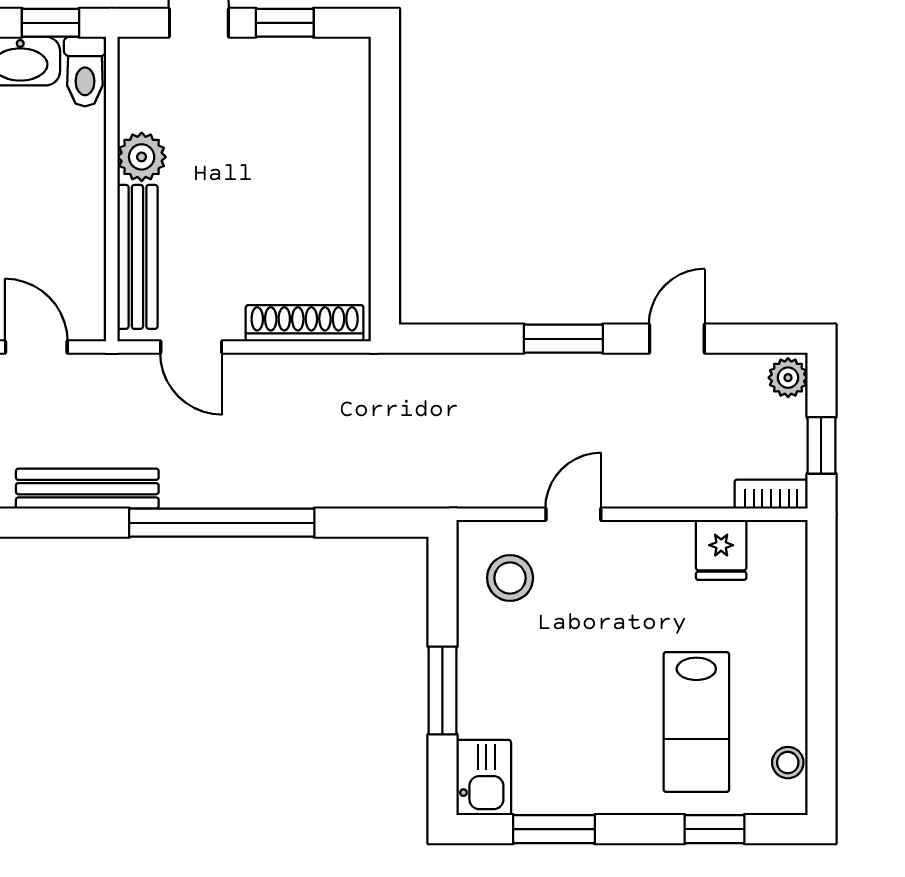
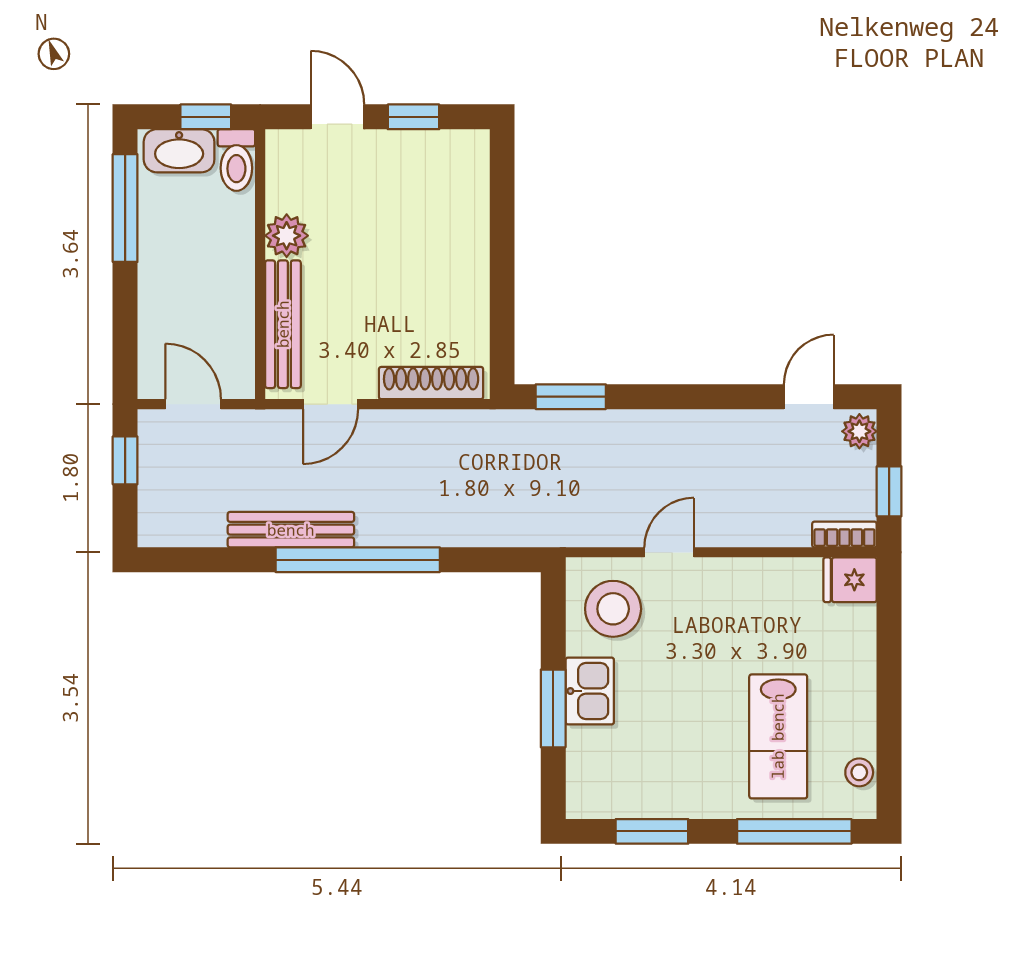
window: (563, 339) -> (571, 397), moved
door: (677, 339) -> (809, 397), moved
door: (191, 347) -> (331, 404), hinge flipped
bench: (87, 489) -> (291, 530), moved
fridge: (721, 550) -> (850, 580), moved, turned 90
stool: (510, 578) -> (613, 609), width x1.38, depth x1.38
kitchen sink: (484, 778) -> (590, 691), moved
window: (715, 829) -> (794, 831), width x2.17

